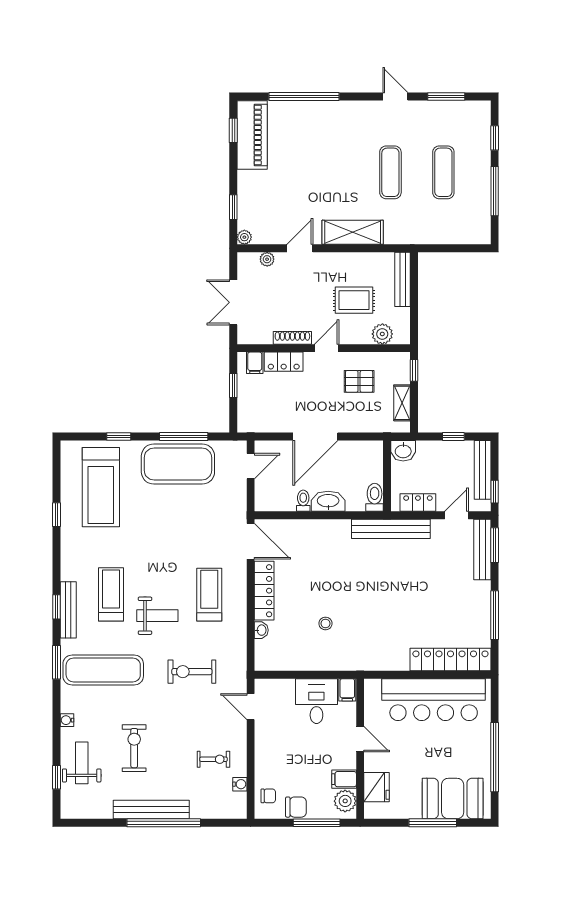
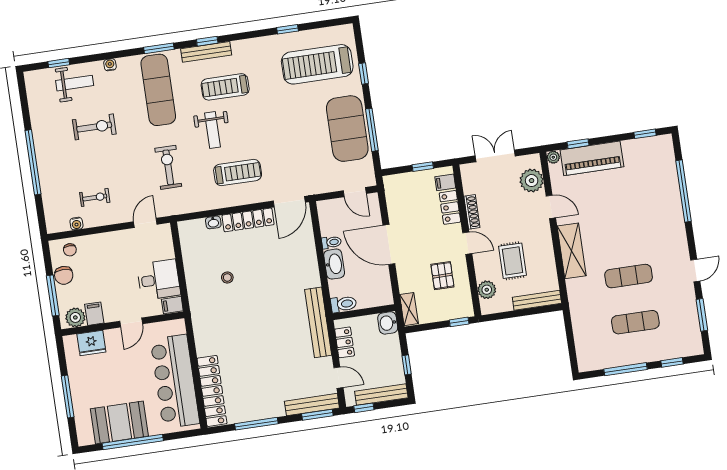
piano: (252, 135) -> (592, 158), moved
plant: (267, 259) -> (532, 181), width x1.87, depth x1.87
shelving: (402, 403) -> (409, 309), moved, turned 90
treadmill: (111, 594) -> (225, 87), turned 180
exercise bike: (214, 759) -> (95, 197), turned -90
booth: (453, 799) -> (119, 422), moved, turned 90
bench: (151, 809) -> (43, 150), removed

